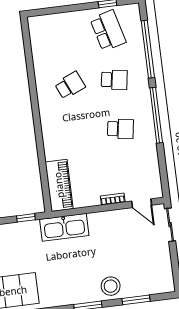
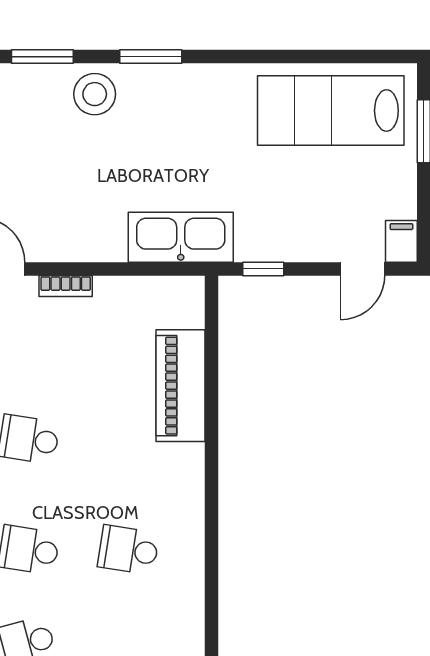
school desk: (70, 85) -> (128, 550), turned 33
piano: (59, 185) -> (180, 386), moved

